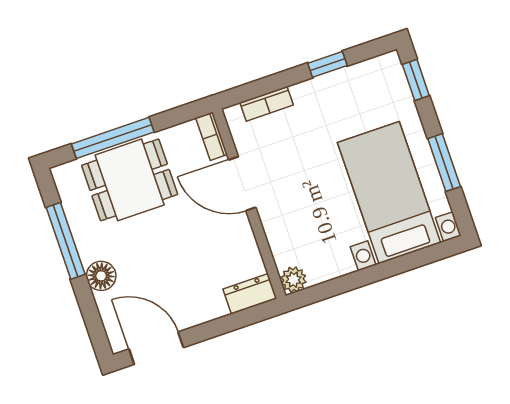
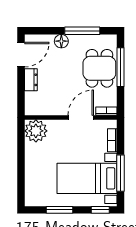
window: (327, 64) -> (121, 173), width x2.17
bed with nightstands: (389, 193) -> (87, 178), moved, turned 180
plant: (293, 280) -> (36, 131), width x1.88, depth x1.88
dresser: (250, 294) -> (31, 80), moved

